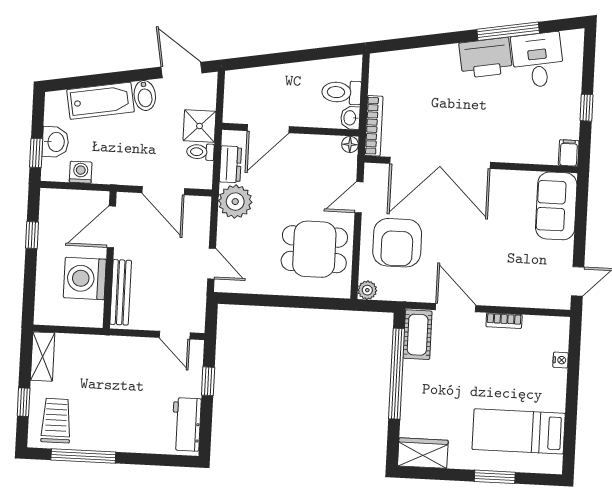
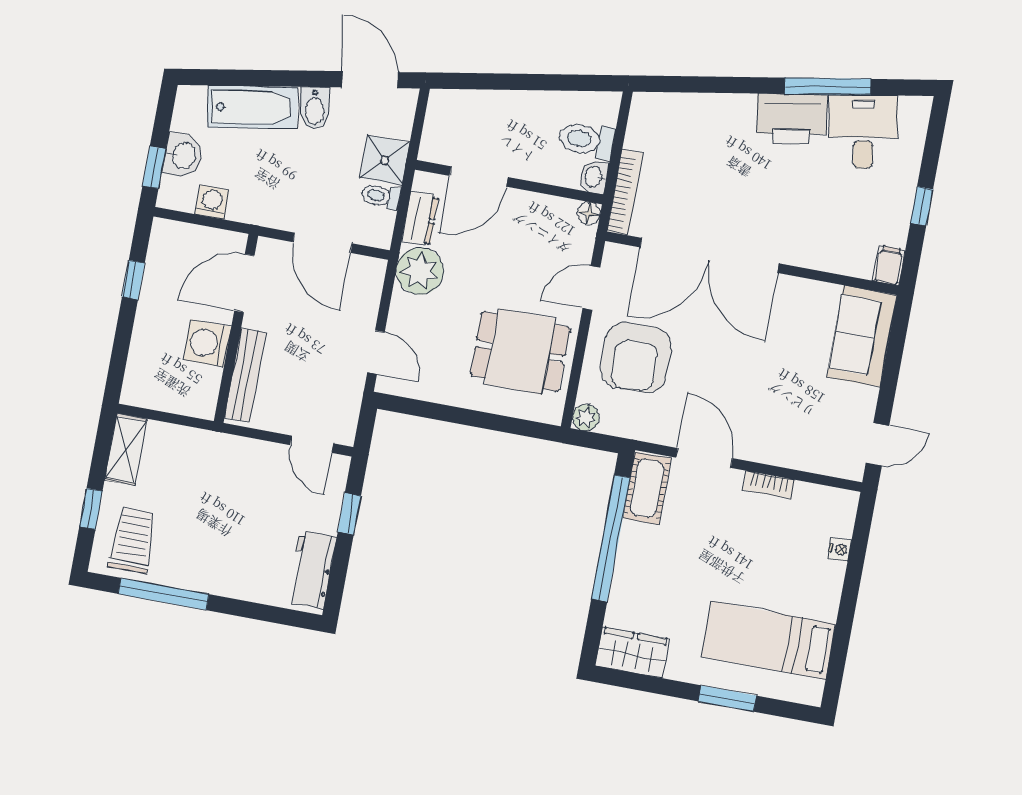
washing machine: (85, 278) -> (207, 343), width x0.73, depth x0.73

